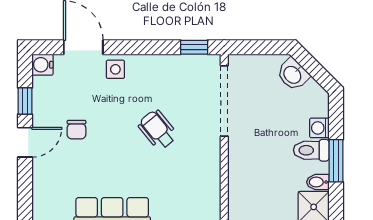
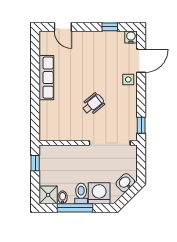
washing machine: (319, 128) -> (99, 193), width x1.89, depth x1.89
chair: (76, 130) -> (93, 57), removed
door: (25, 142) -> (63, 27), moved
window: (336, 161) -> (75, 208), width x1.44

